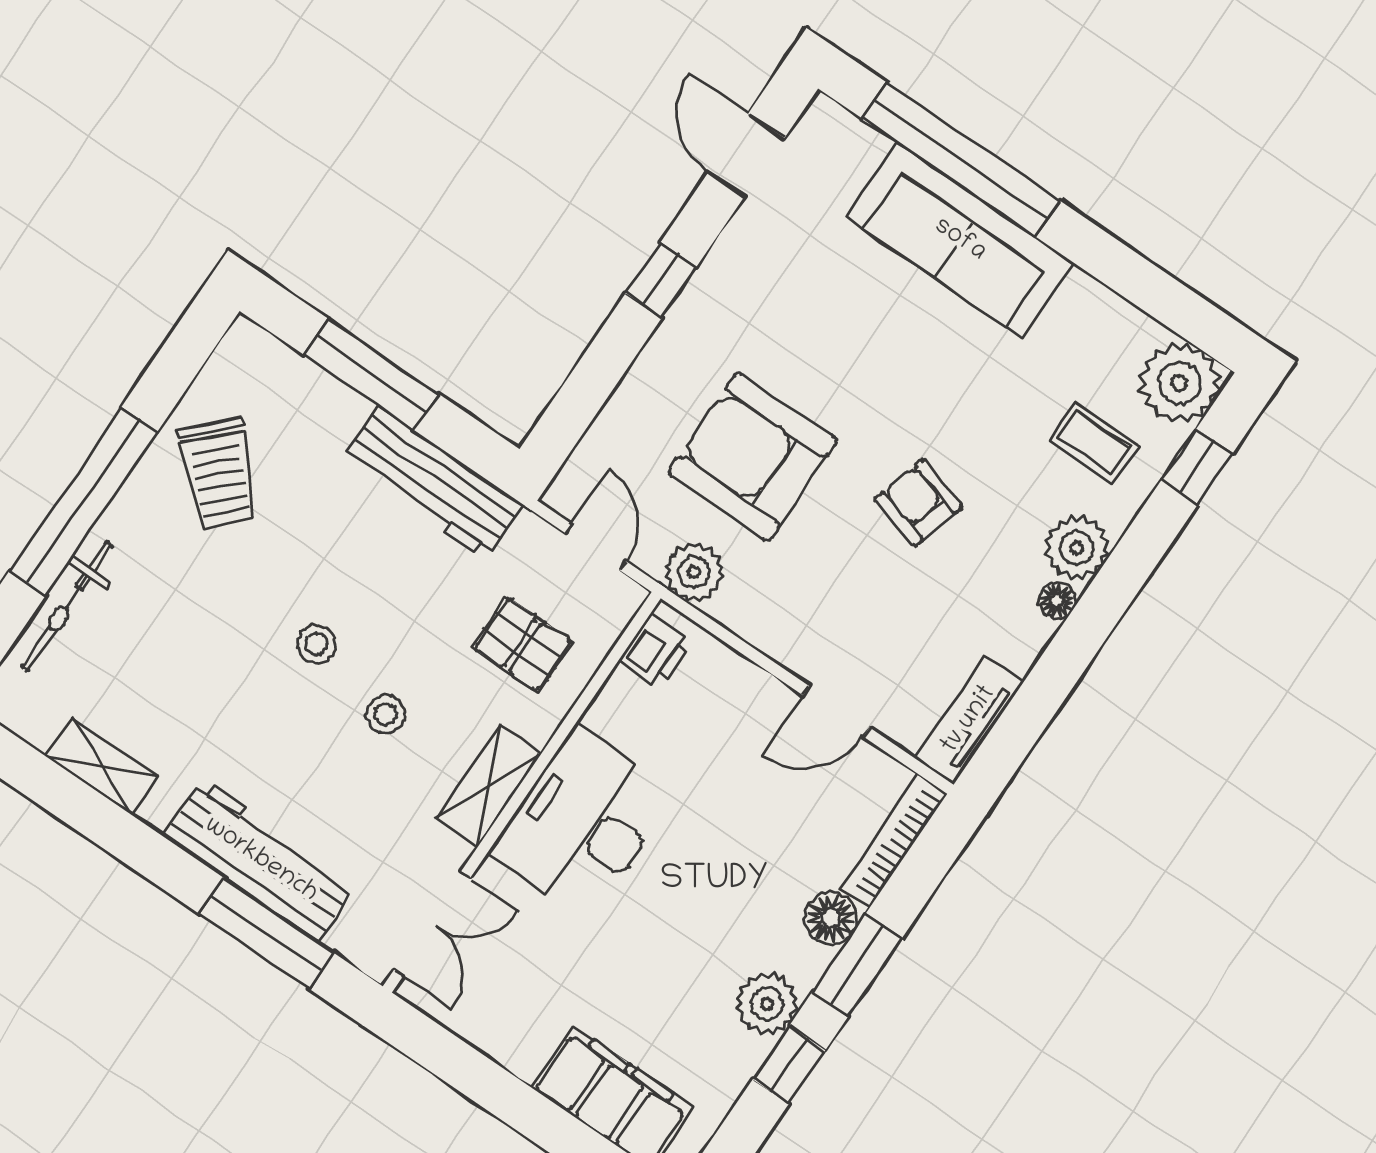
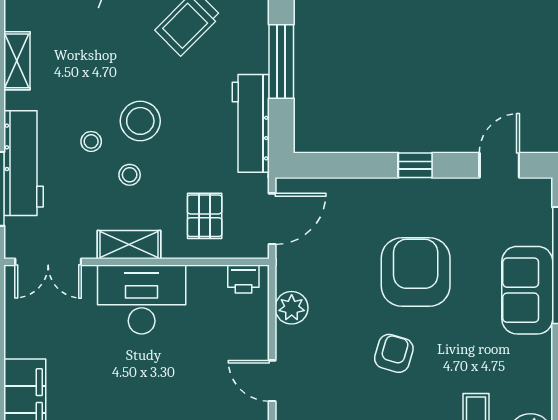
sofa: (960, 240) -> (527, 290), width x0.73
armchair: (753, 457) -> (416, 272), moved
door: (596, 547) -> (272, 219), width x1.38
plant: (694, 572) -> (292, 308), moved
stool: (316, 644) -> (140, 121), width x1.89, depth x1.89
stool: (297, 738) -> (91, 141), added

